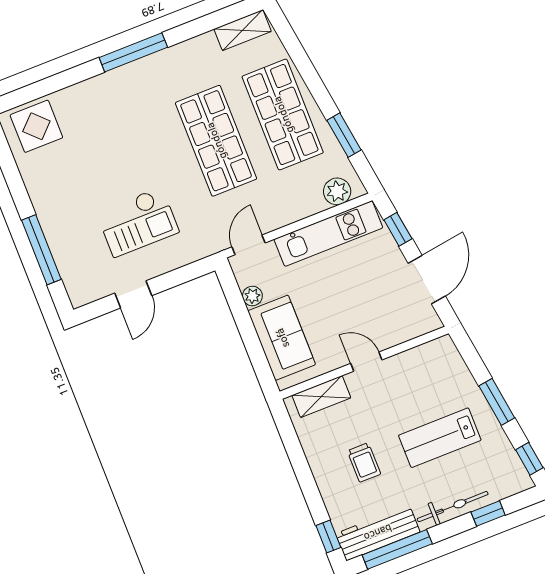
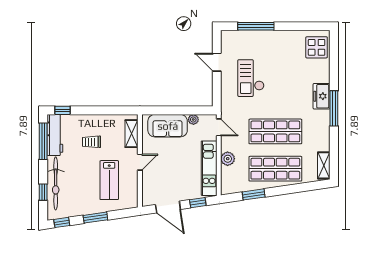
freezer: (120, 83) -> (322, 96), added
plant: (337, 191) -> (228, 159), moved
lab bench: (440, 438) -> (109, 180), moved, turned 180
bicycle: (453, 507) -> (56, 183), width x1.37, depth x1.40

